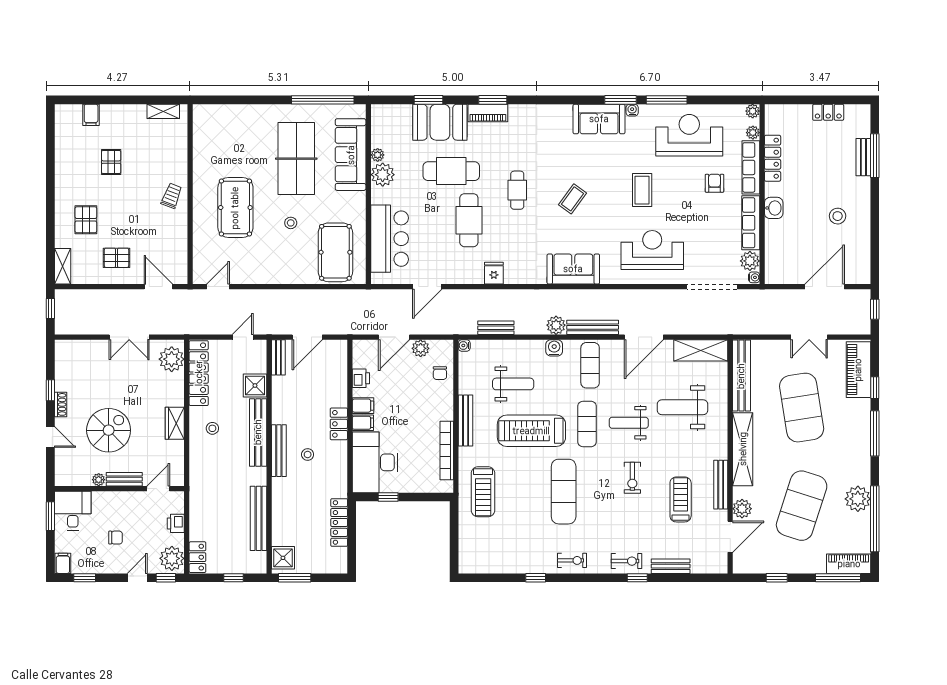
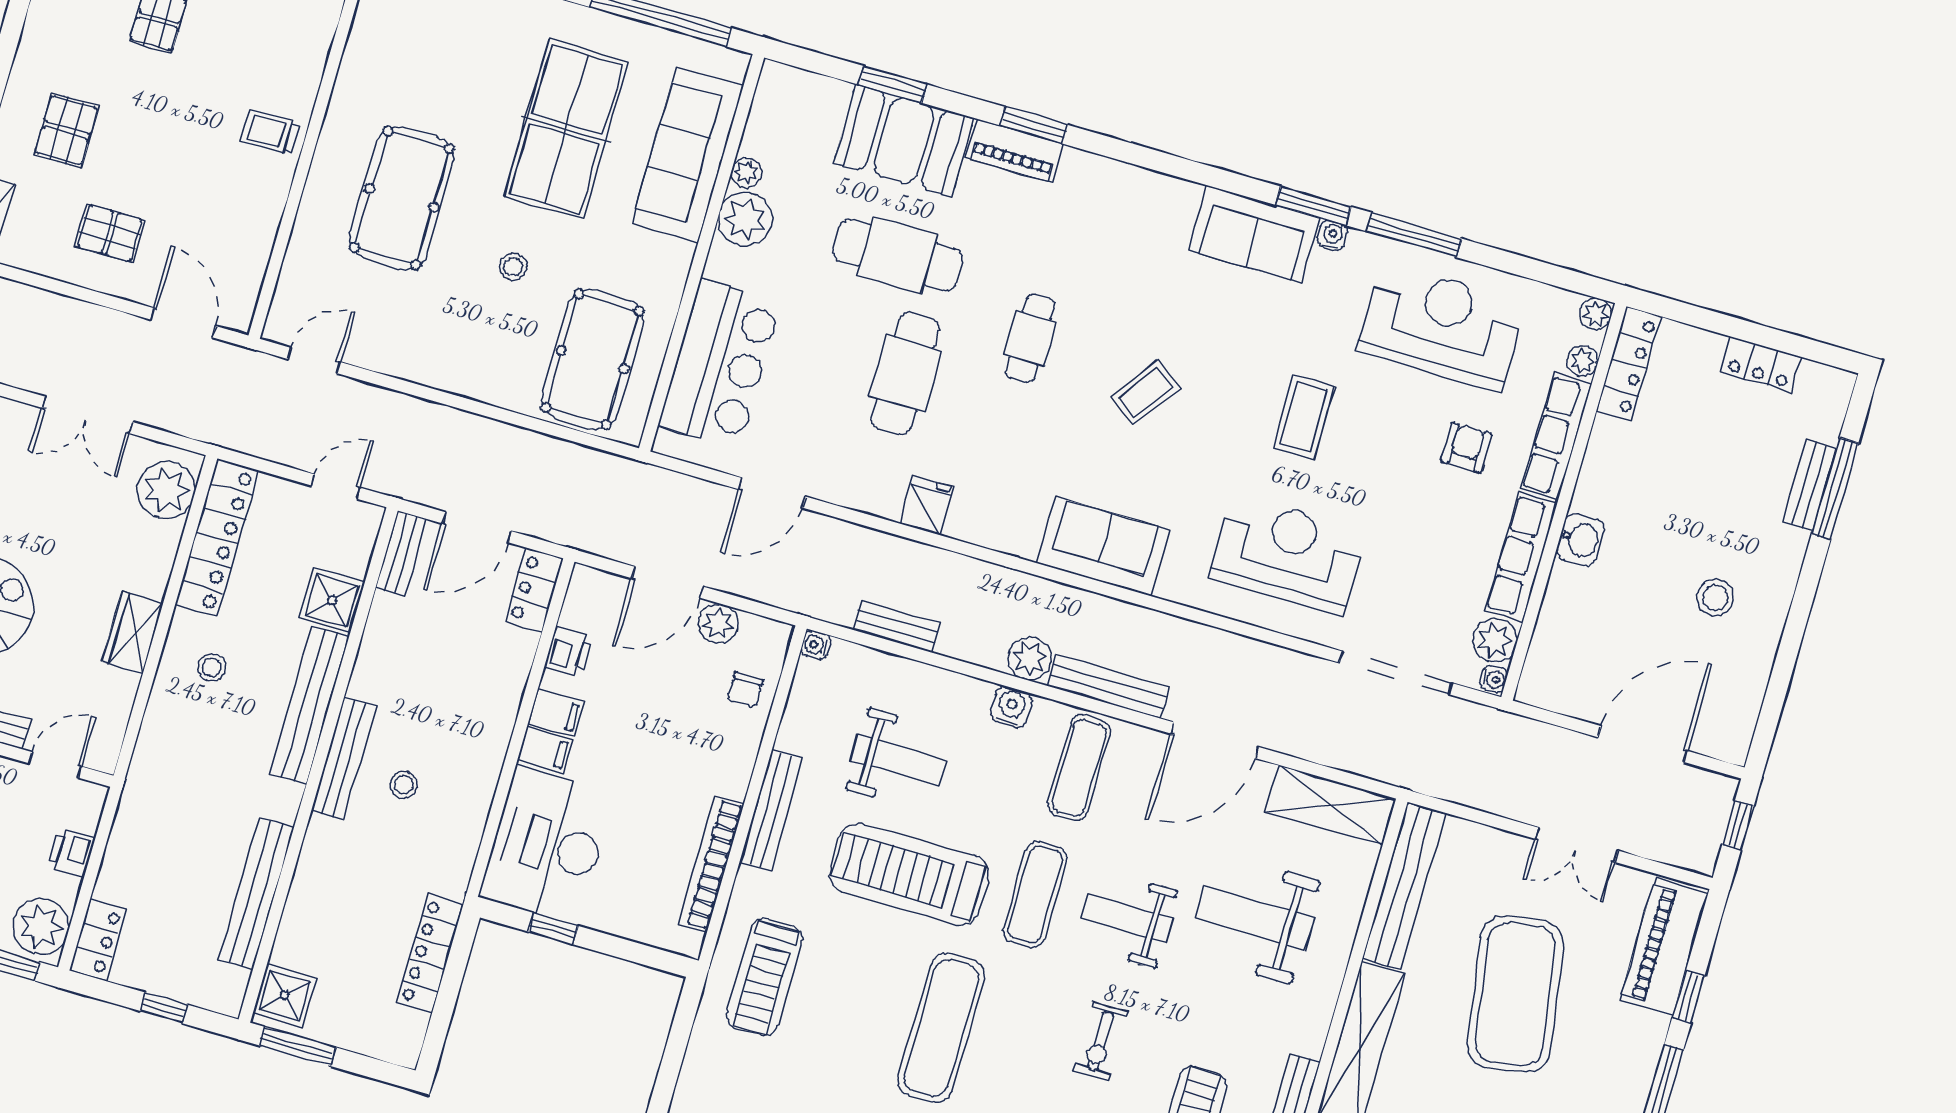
locker: (773, 158) -> (1628, 364), moved
trolley: (172, 196) -> (270, 132), turned -111
locker: (339, 424) -> (534, 590), moved

